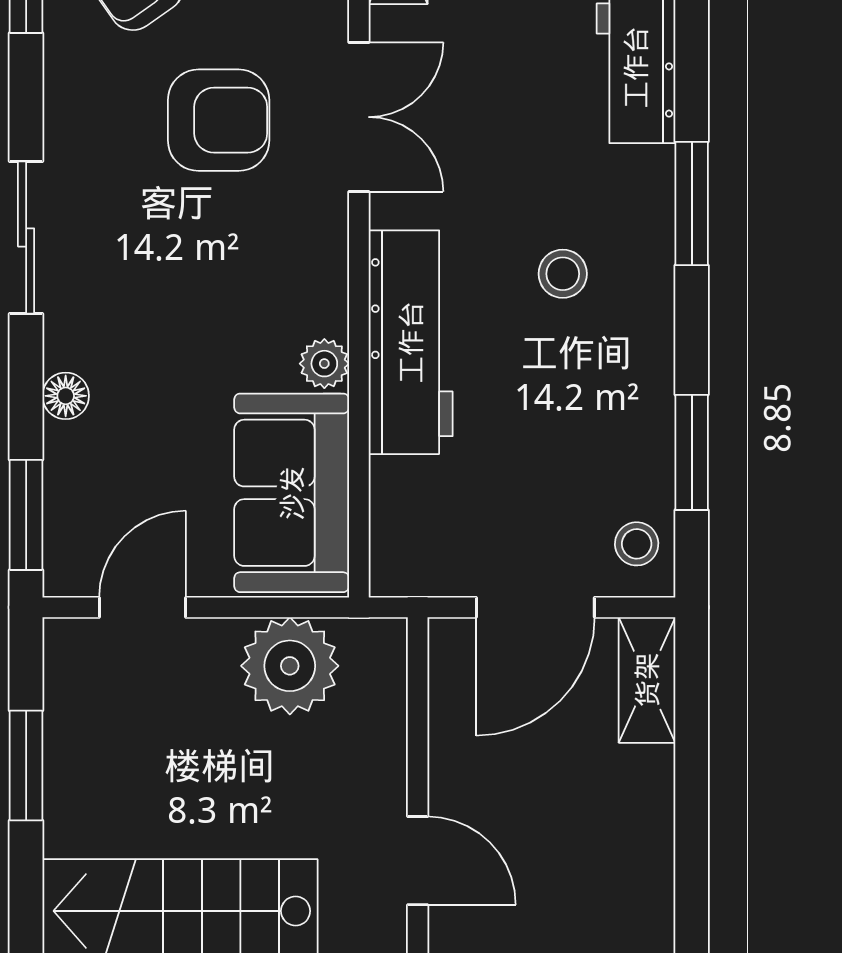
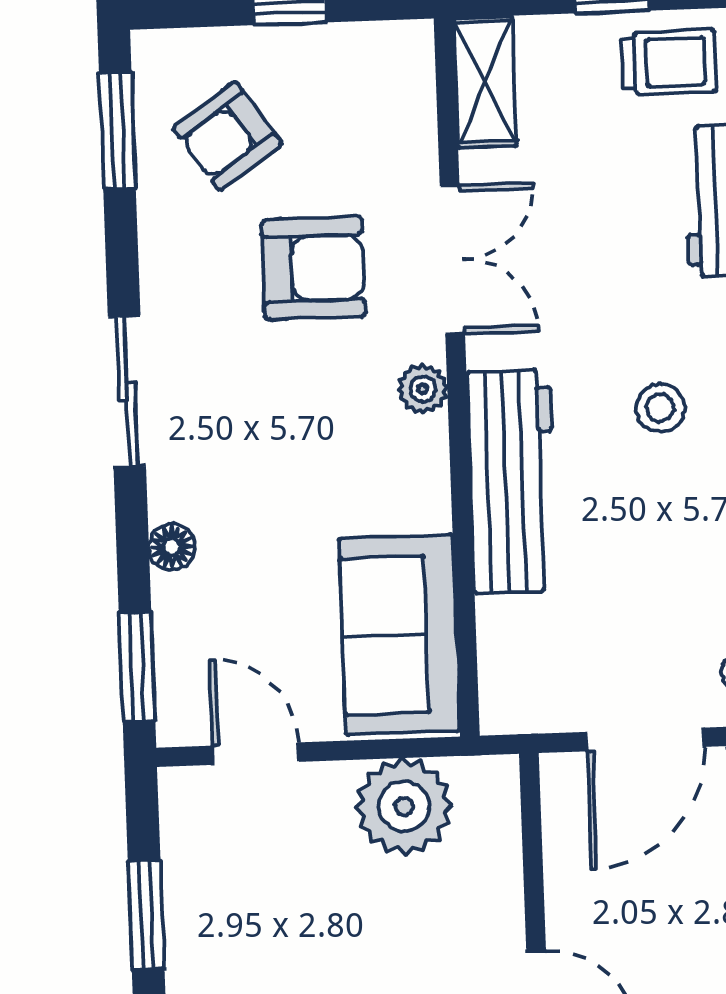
plant: (324, 364) -> (423, 389), moved
door: (143, 607) -> (256, 754), hinge flipped

